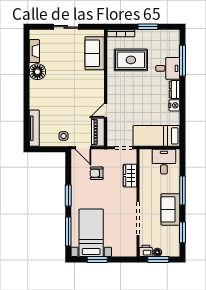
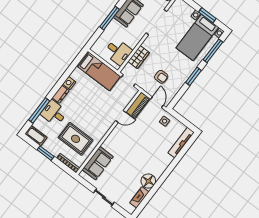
cot: (168, 36) -> (36, 136), added
desk: (164, 162) -> (118, 52), moved, turned -90

